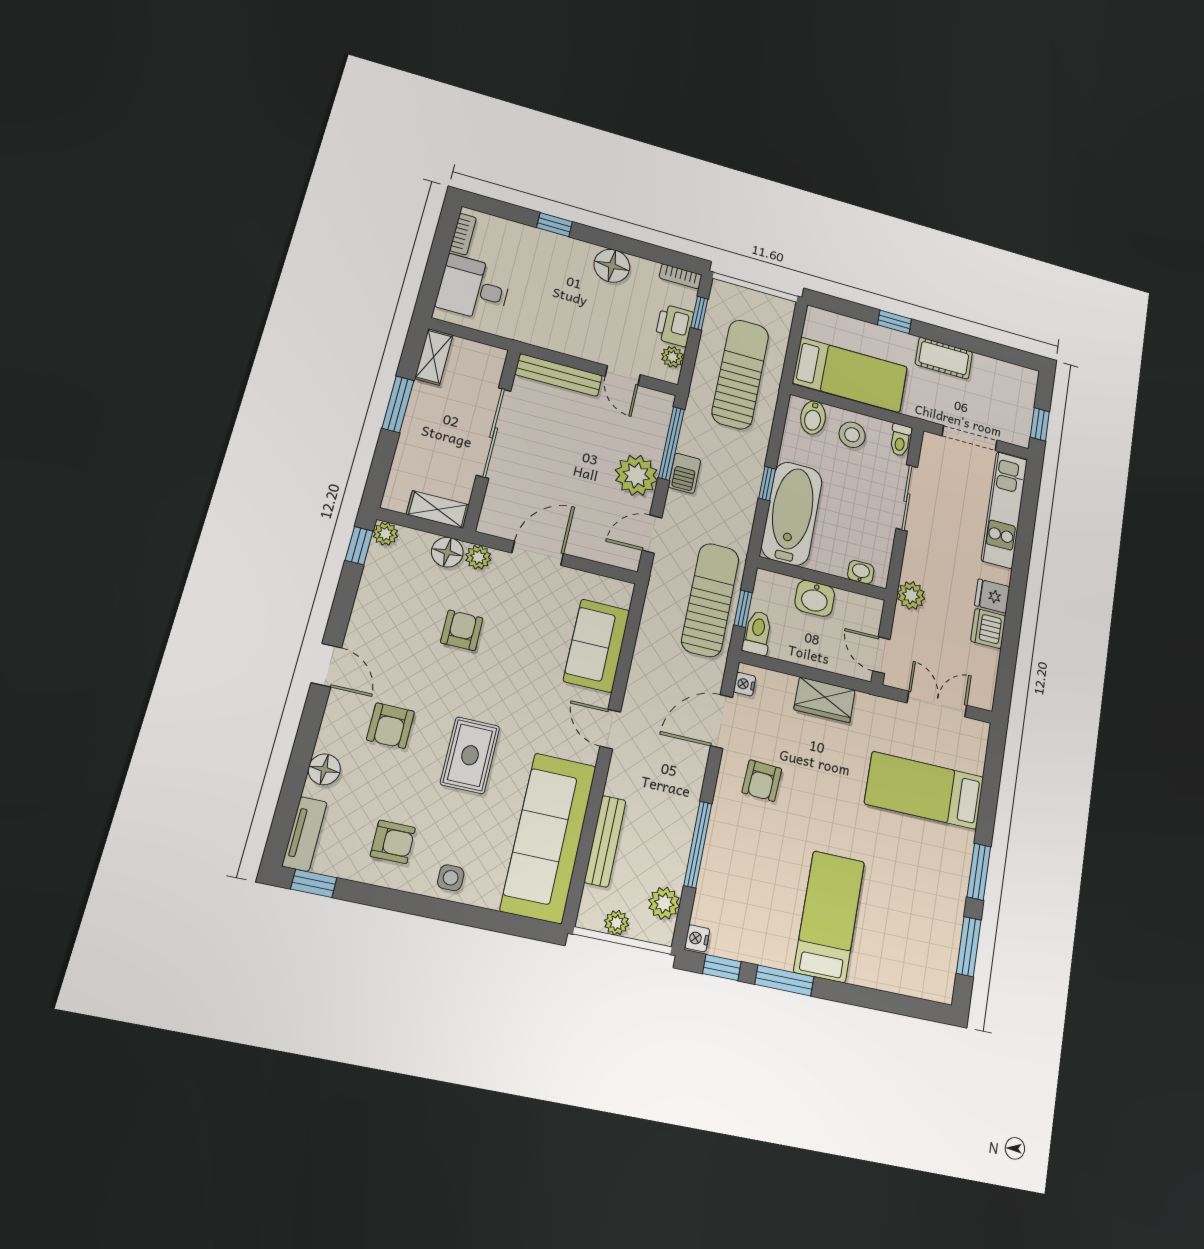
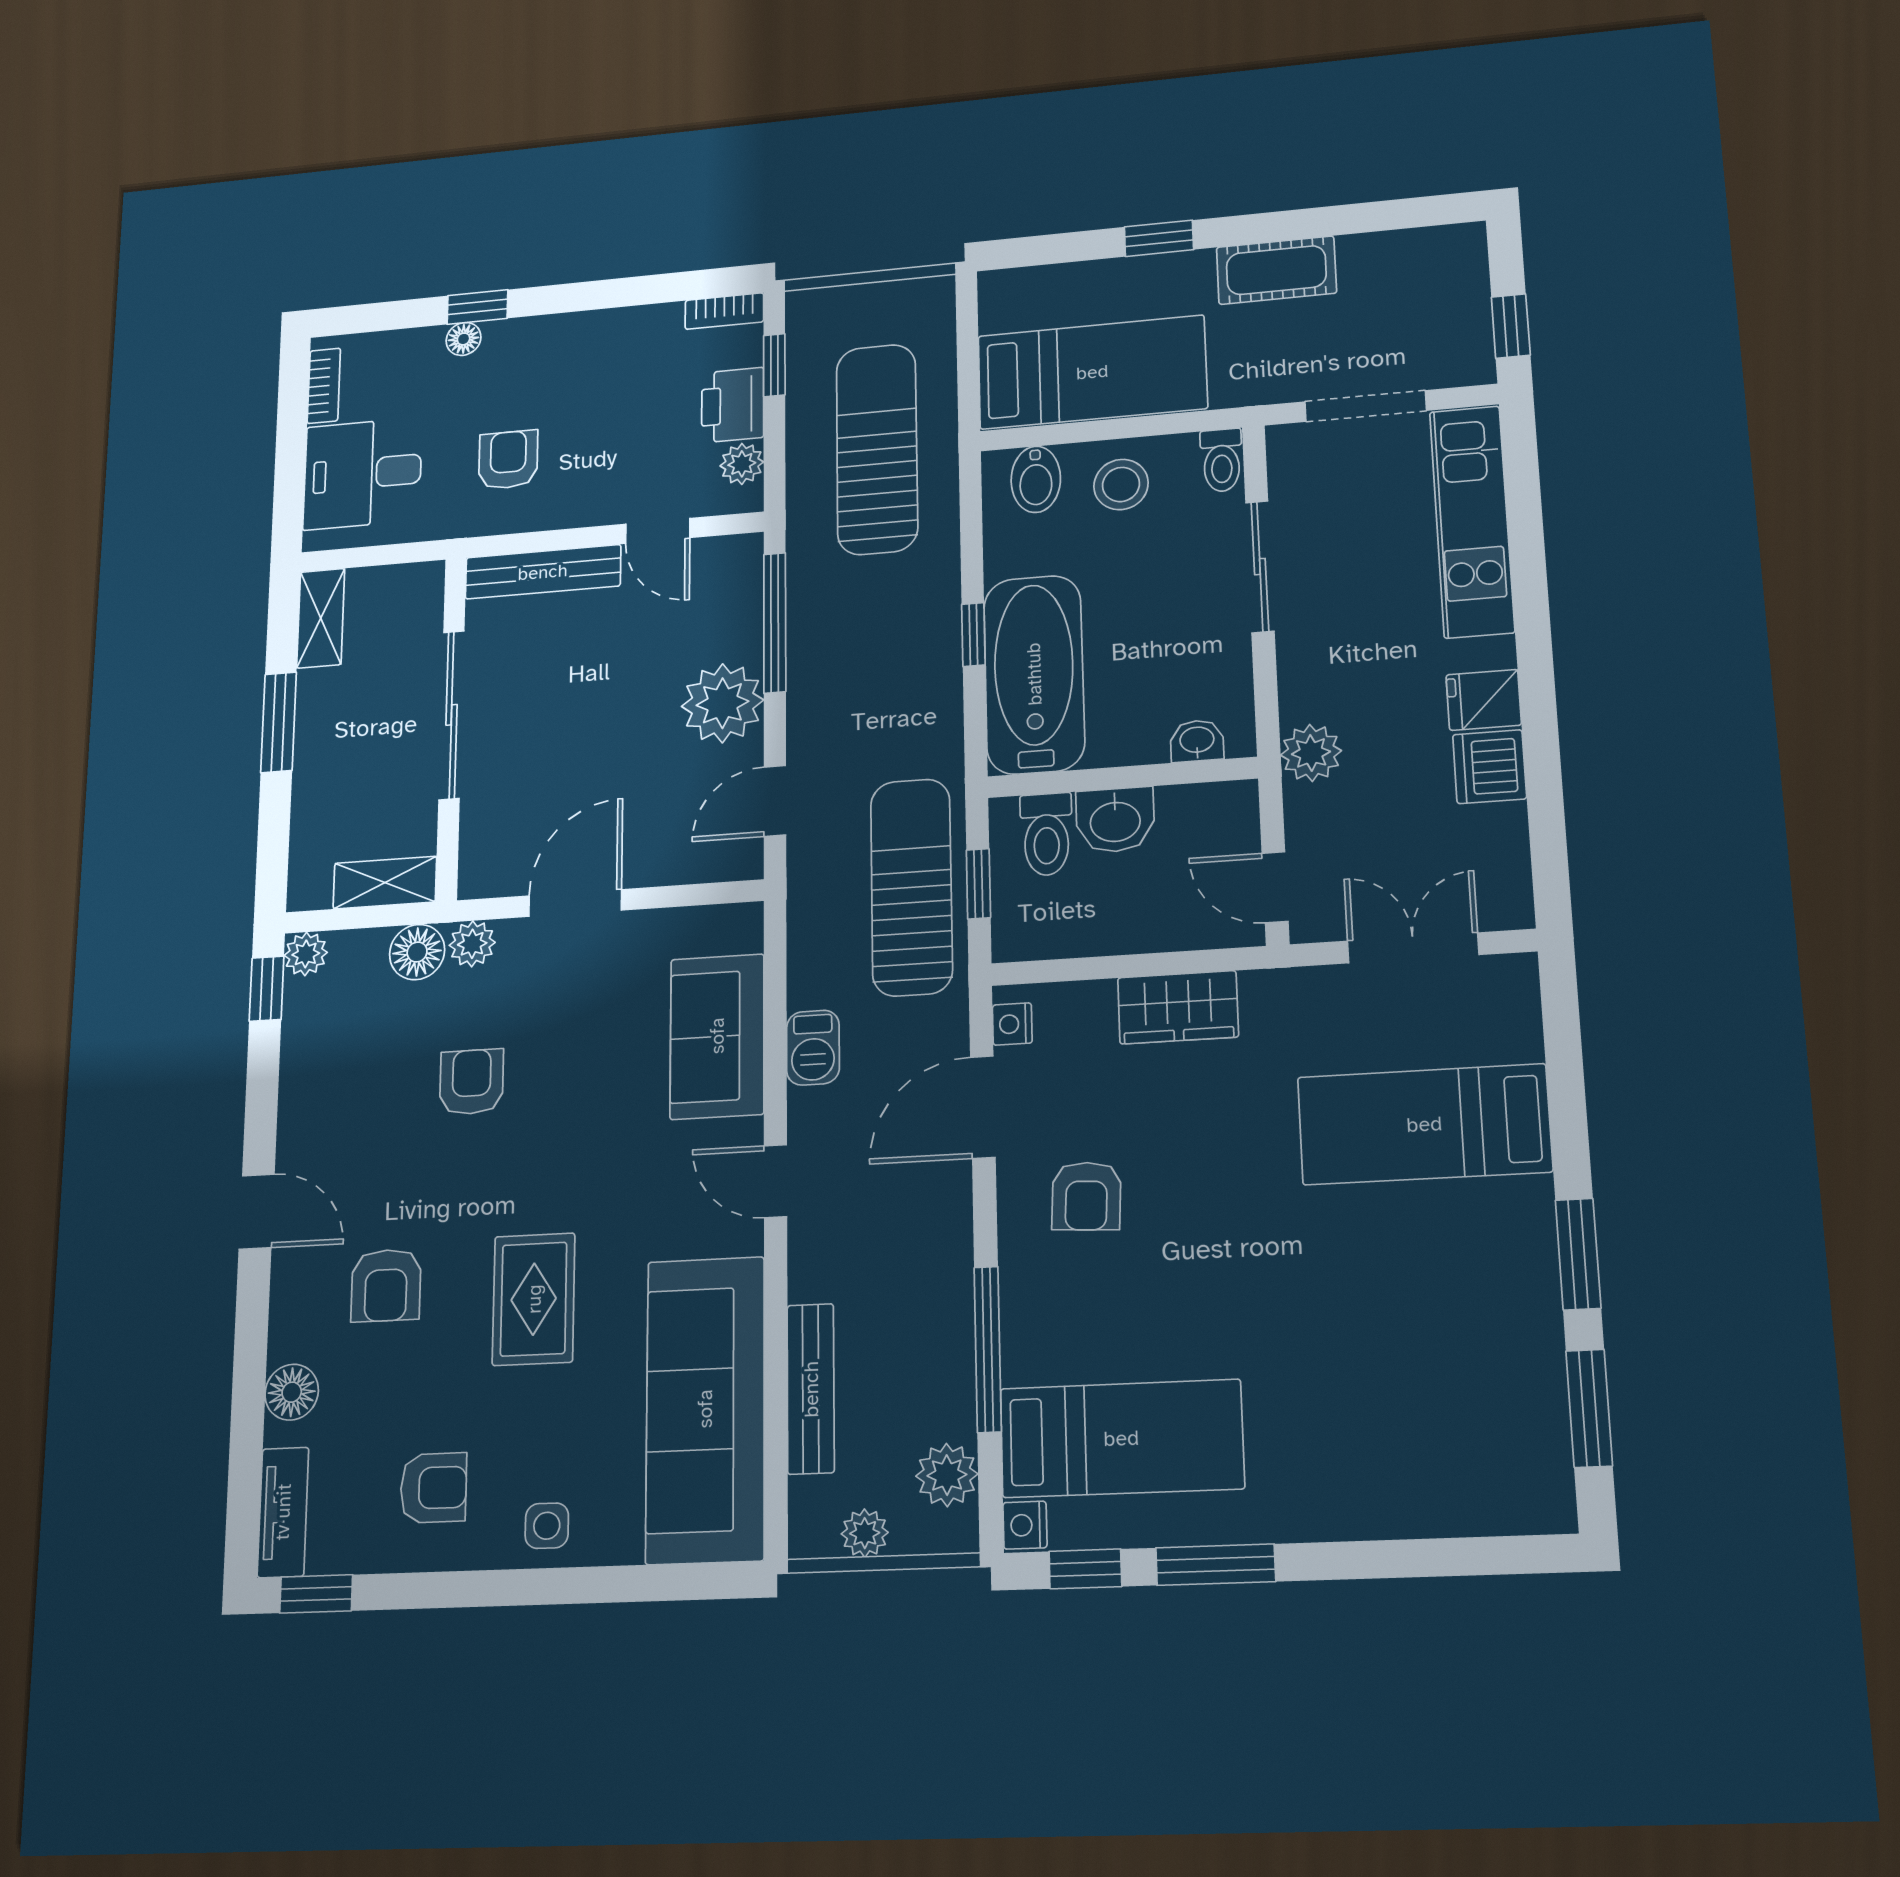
floor lamp: (612, 266) -> (464, 339), moved, width x0.53, depth x0.53
armchair: (553, 310) -> (508, 460), added
barbecue: (684, 473) -> (813, 1048), moved
toilet: (758, 633) -> (1046, 834), moved, turned 180
bed: (829, 916) -> (1121, 1438), moved, turned 90

